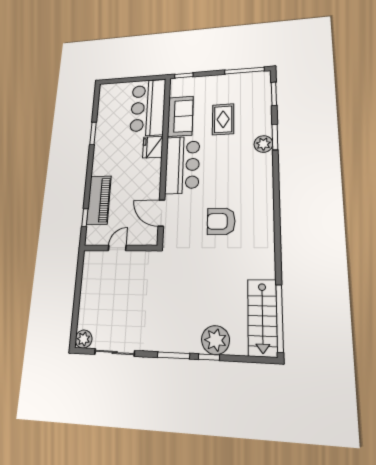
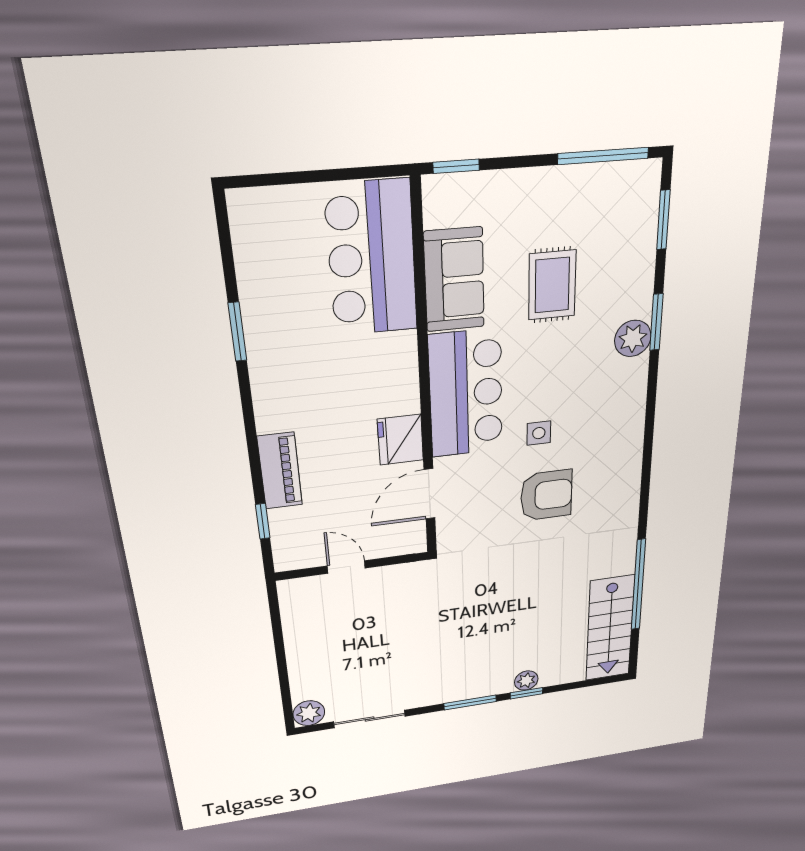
fridge: (153, 147) -> (400, 440), moved
side table: (217, 187) -> (539, 433), added
piano: (99, 200) -> (280, 471), width x0.73, depth x0.75
door: (161, 213) -> (429, 494), hinge flipped
armchair: (221, 221) -> (546, 495), turned 180
door: (117, 248) -> (346, 567), hinge flipped
window: (280, 318) -> (638, 585), moved
plant: (215, 340) -> (526, 681), width x0.53, depth x0.53

